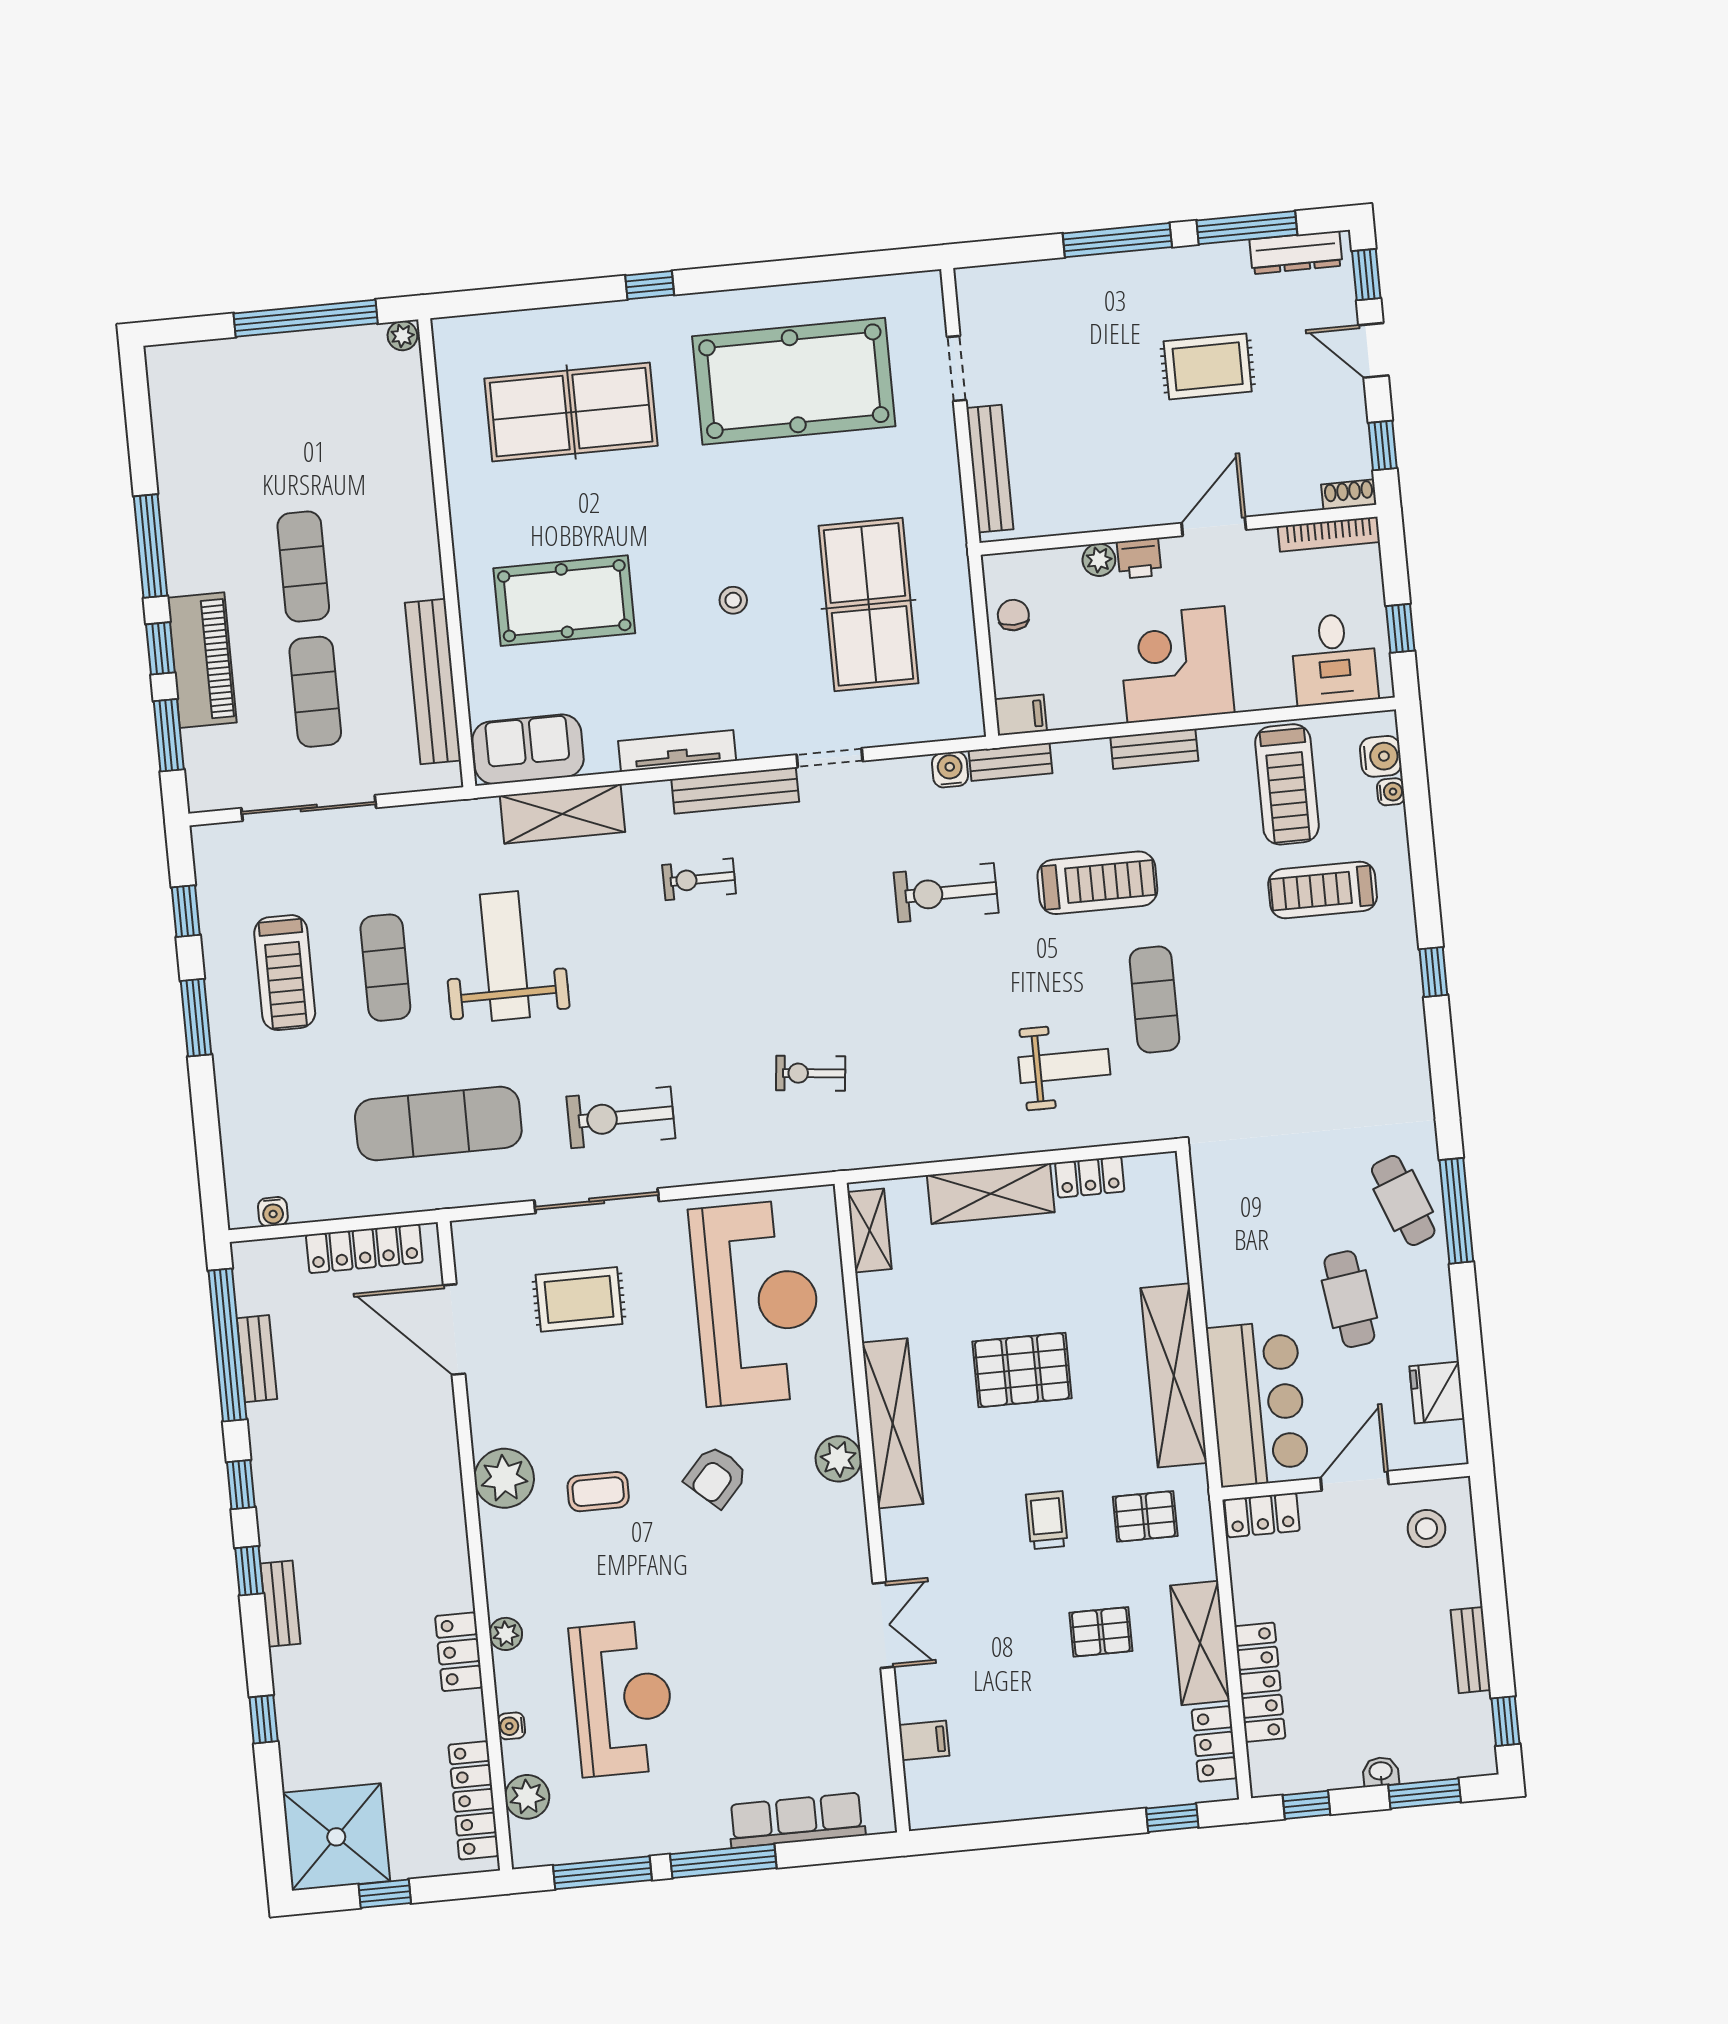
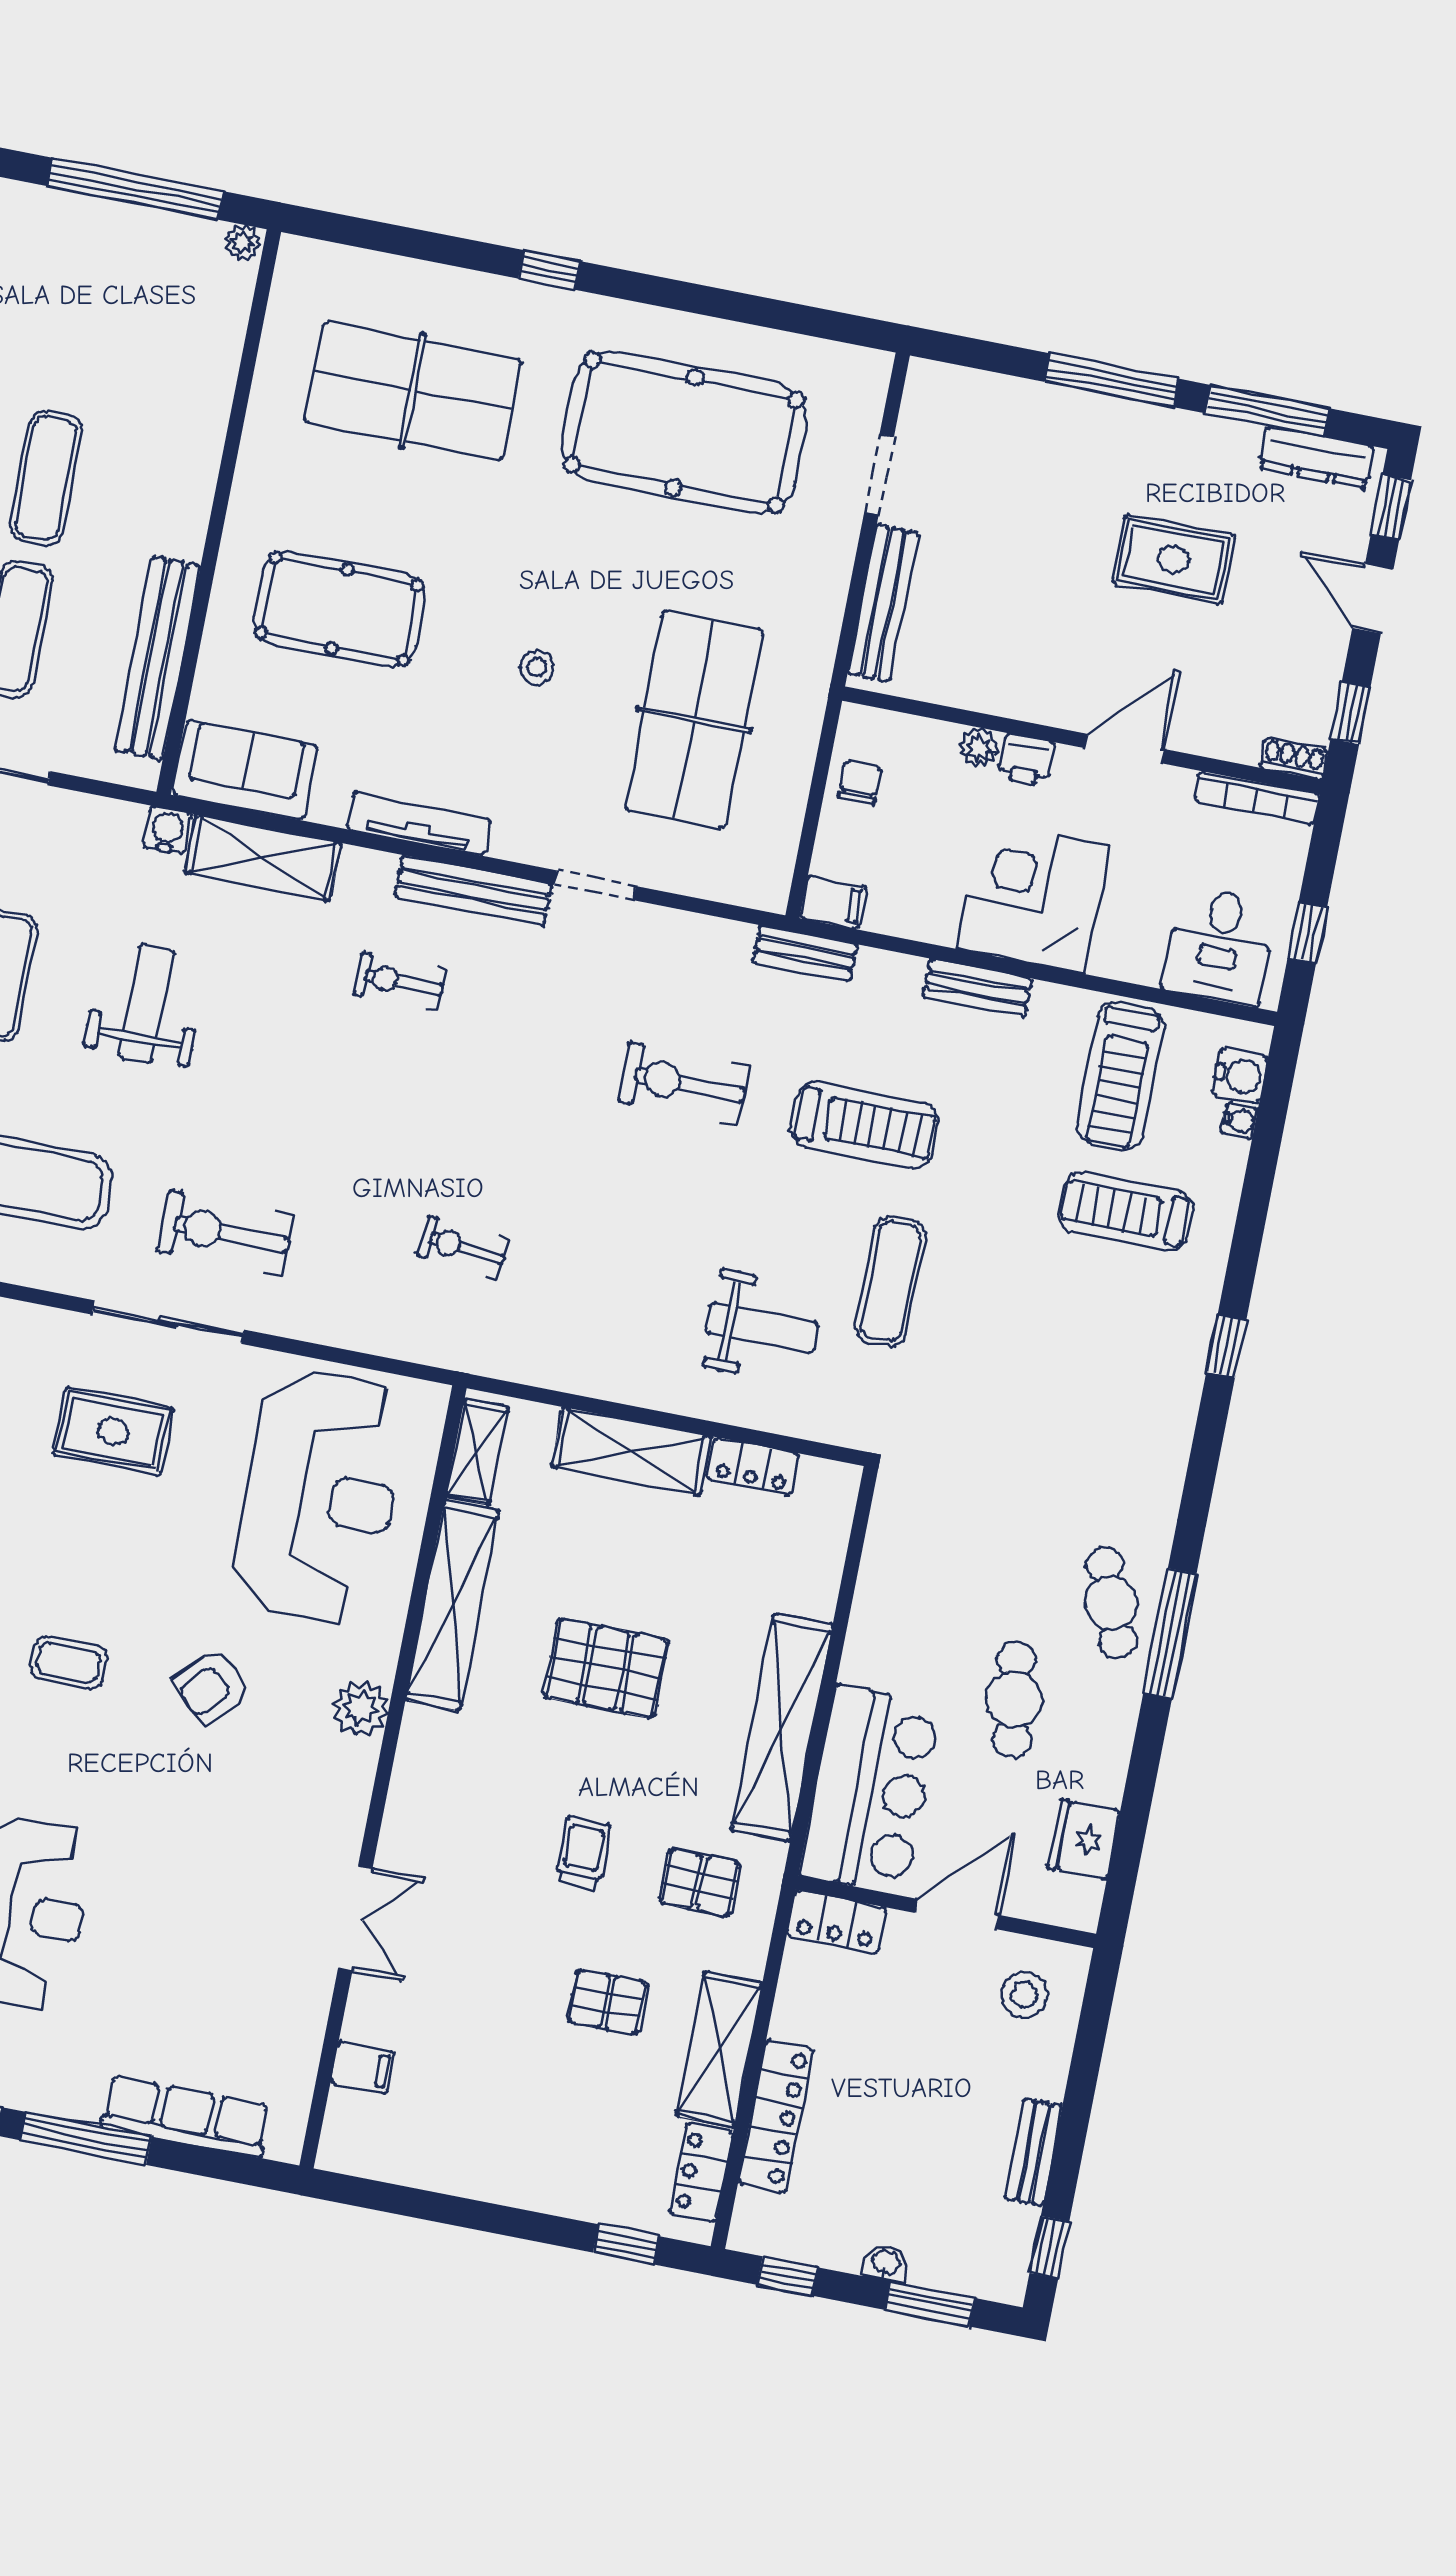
water cooler: (950, 770) -> (167, 830), moved
weight bench: (505, 956) -> (146, 1004), width x0.73, depth x0.75
shelving: (893, 1423) -> (452, 1605), moved

